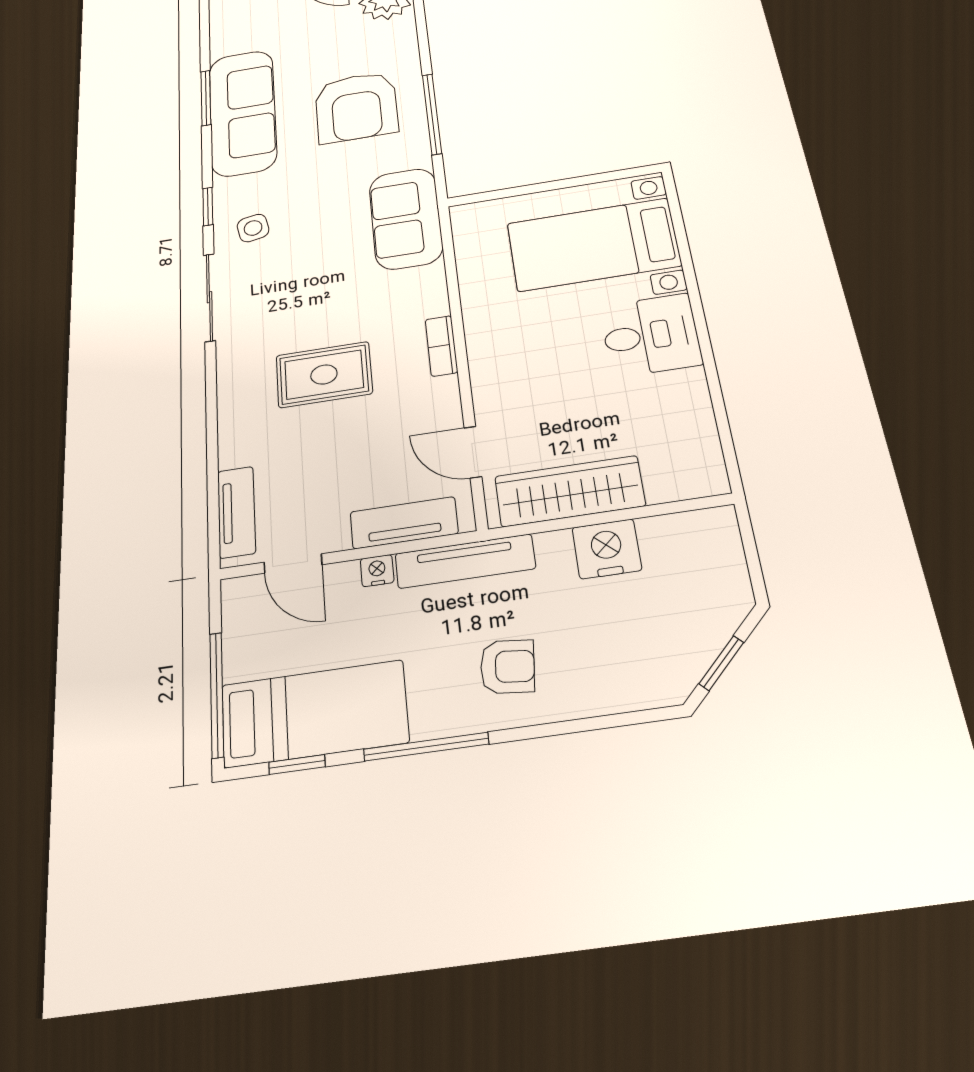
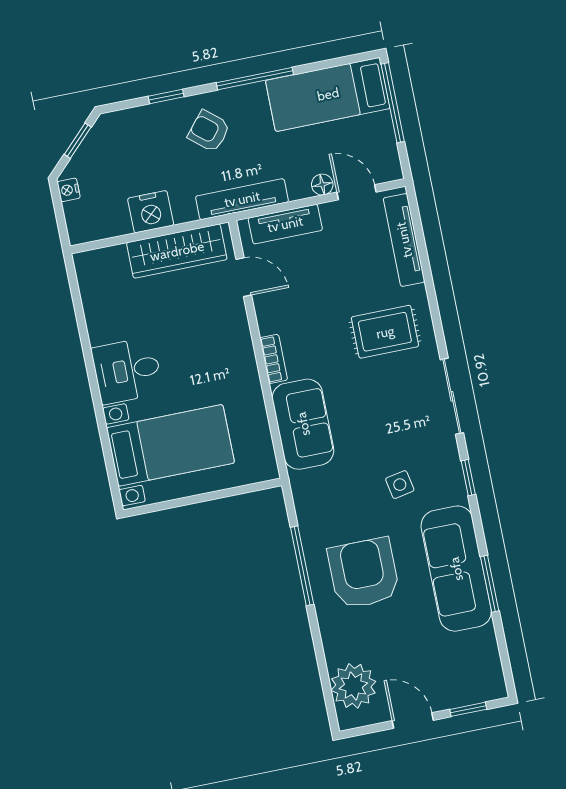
sofa: (406, 218) -> (303, 424), moved
side table: (253, 228) -> (400, 485), moved
rug: (324, 375) -> (385, 332), moved
tv unit: (236, 512) -> (404, 240), width x1.41
nightstand: (377, 571) -> (69, 190), moved, turned 90
floor lamp: (342, 577) -> (322, 185), added
armchair: (507, 667) -> (209, 131), turned 34
window: (297, 765) -> (166, 96), moved

